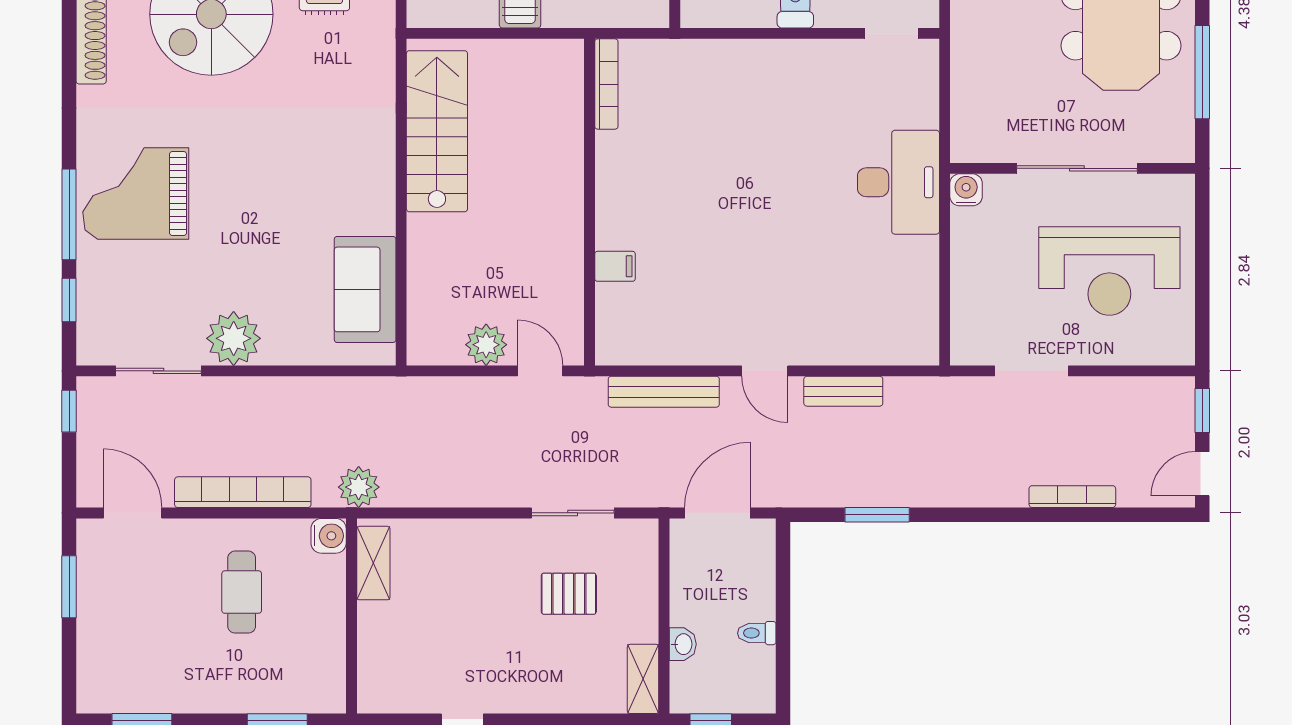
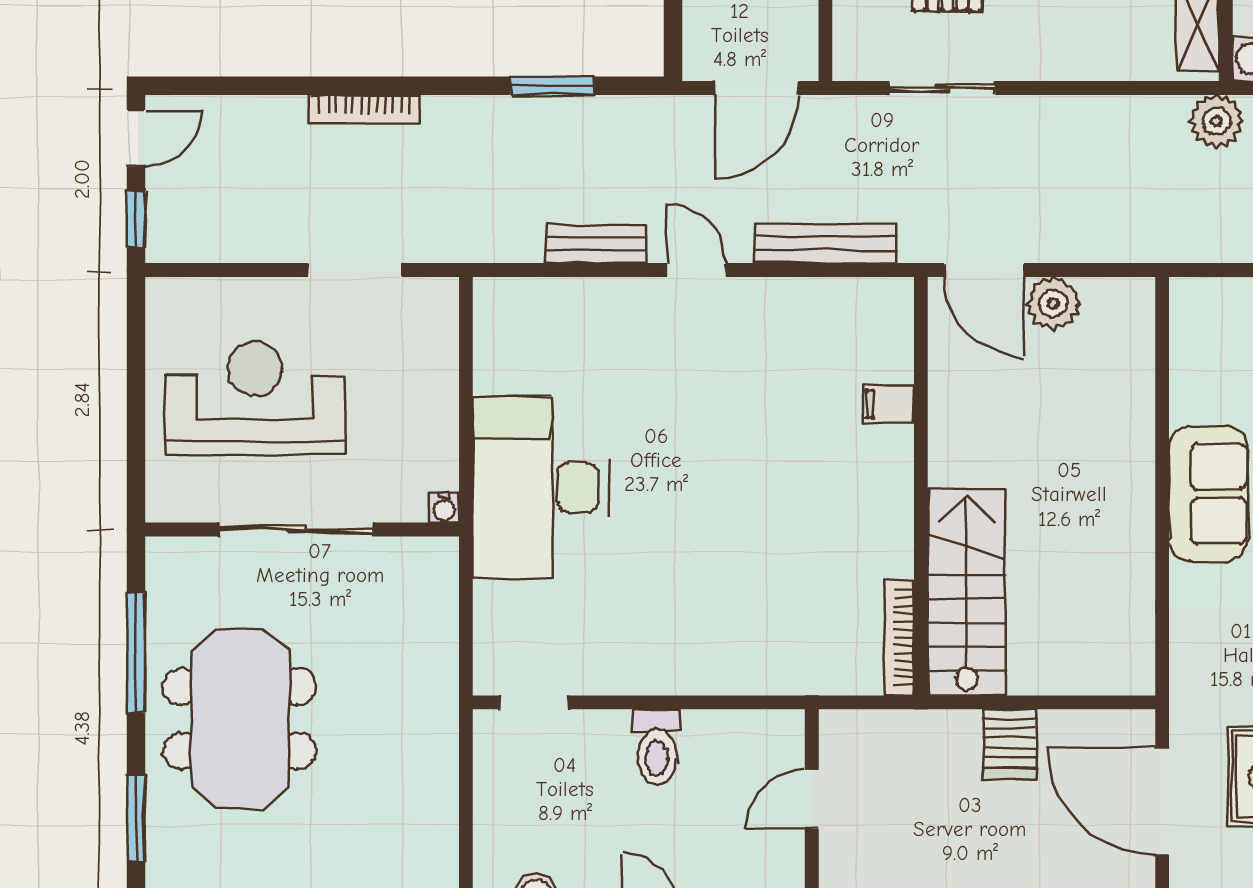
stairs: (437, 131) -> (967, 592), moved, turned 180
desk: (898, 182) -> (541, 487), width x1.36, depth x1.30
water cooler: (966, 190) -> (444, 508), width x0.72, depth x0.72
sofa: (365, 289) -> (1208, 494), moved
door: (540, 371) -> (984, 270), width x1.38
bookcase: (1072, 497) -> (365, 109), moved

